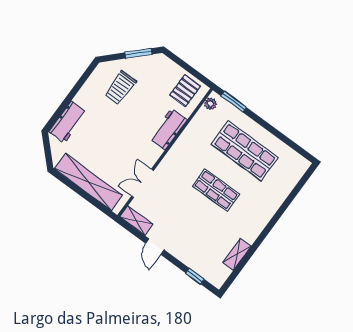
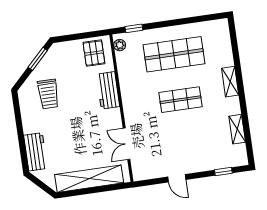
window: (234, 102) -> (134, 28), width x0.67
shelving: (136, 220) -> (230, 82), moved, turned 90

